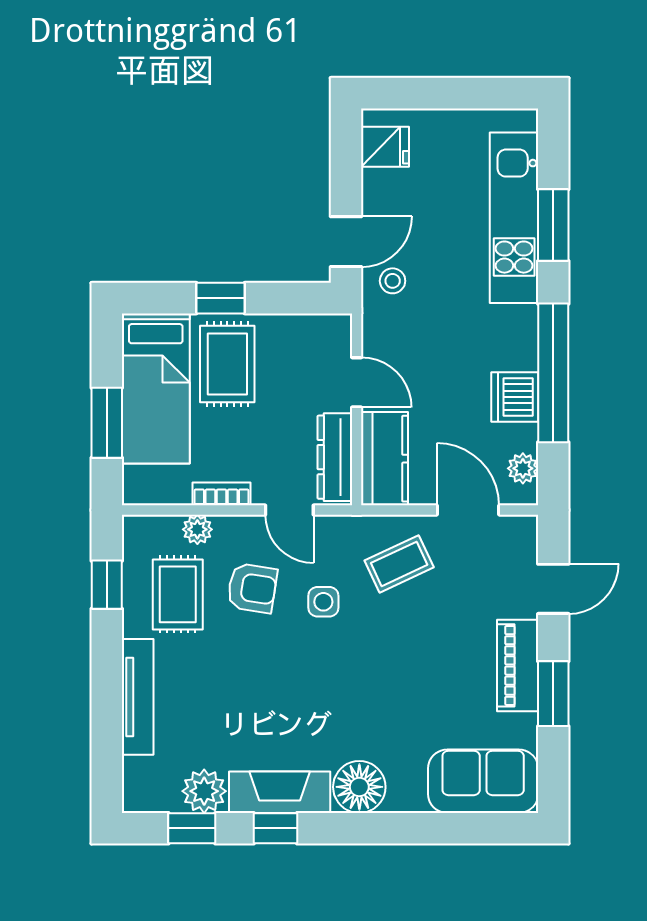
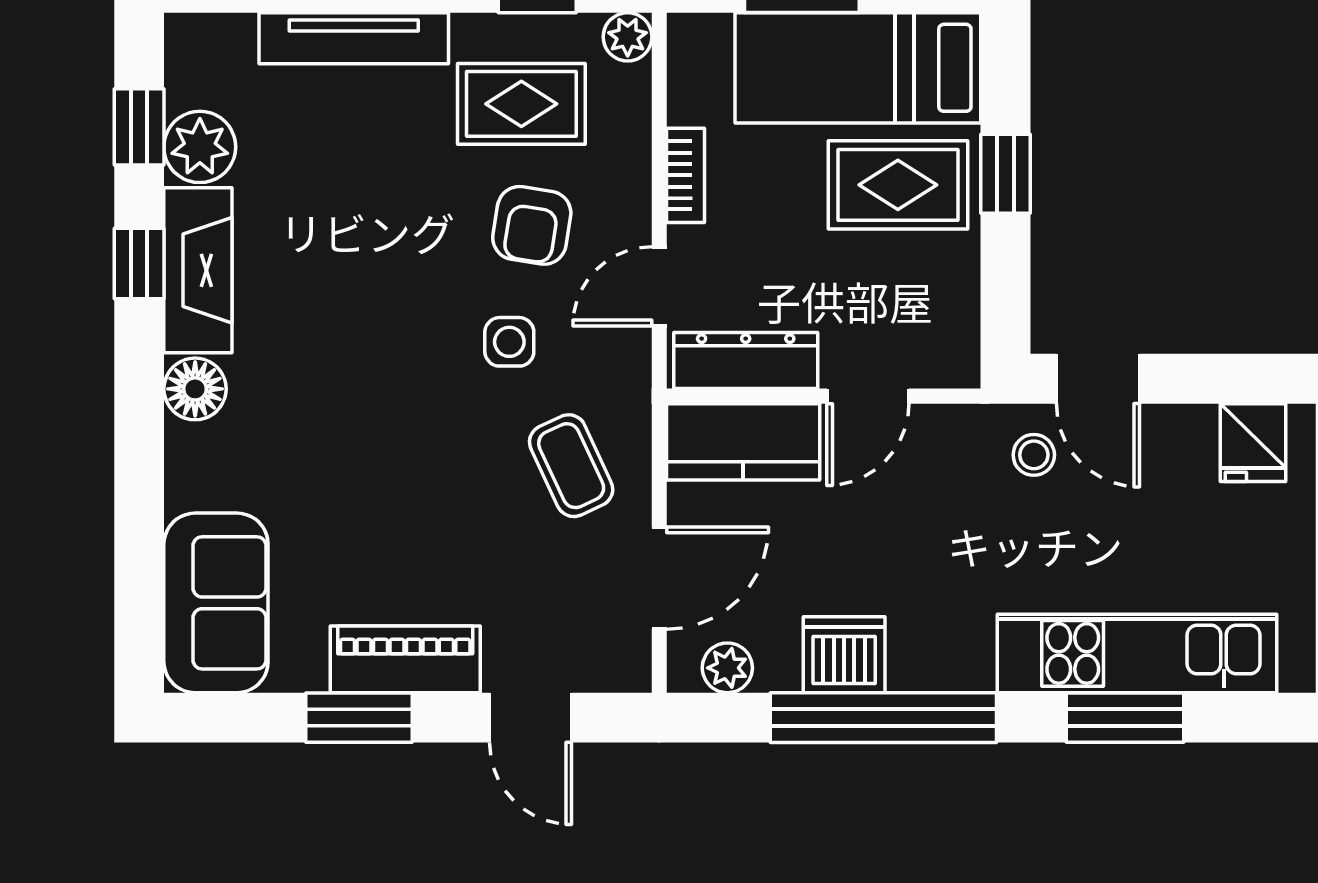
plant: (197, 529) -> (628, 37), moved
floor lamp: (359, 787) -> (195, 389), width x0.73, depth x0.73

